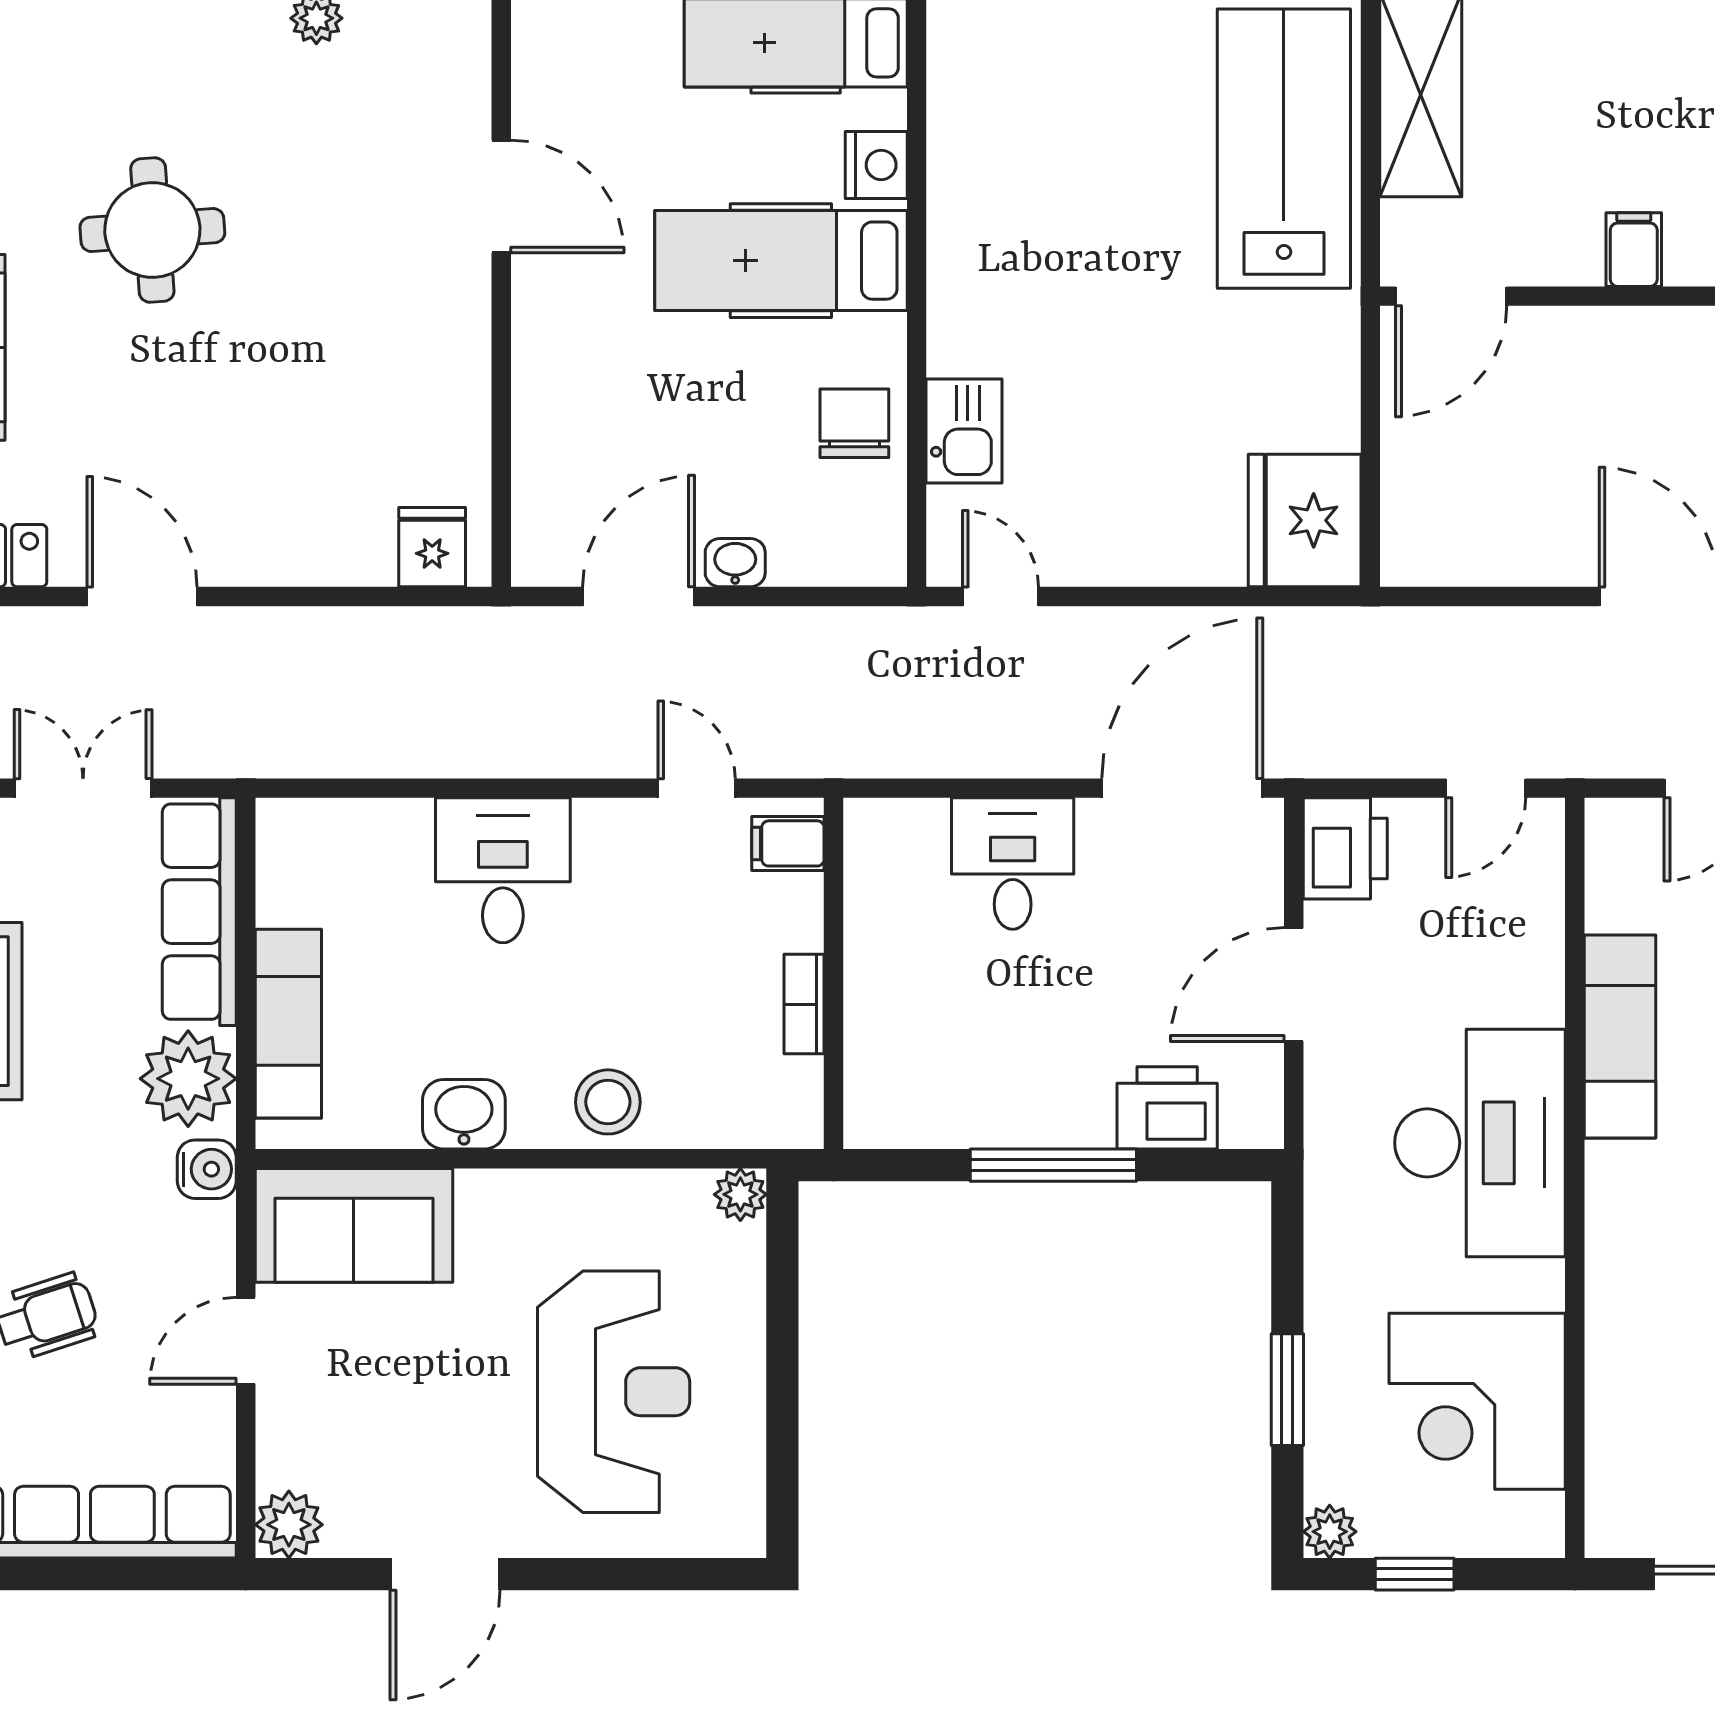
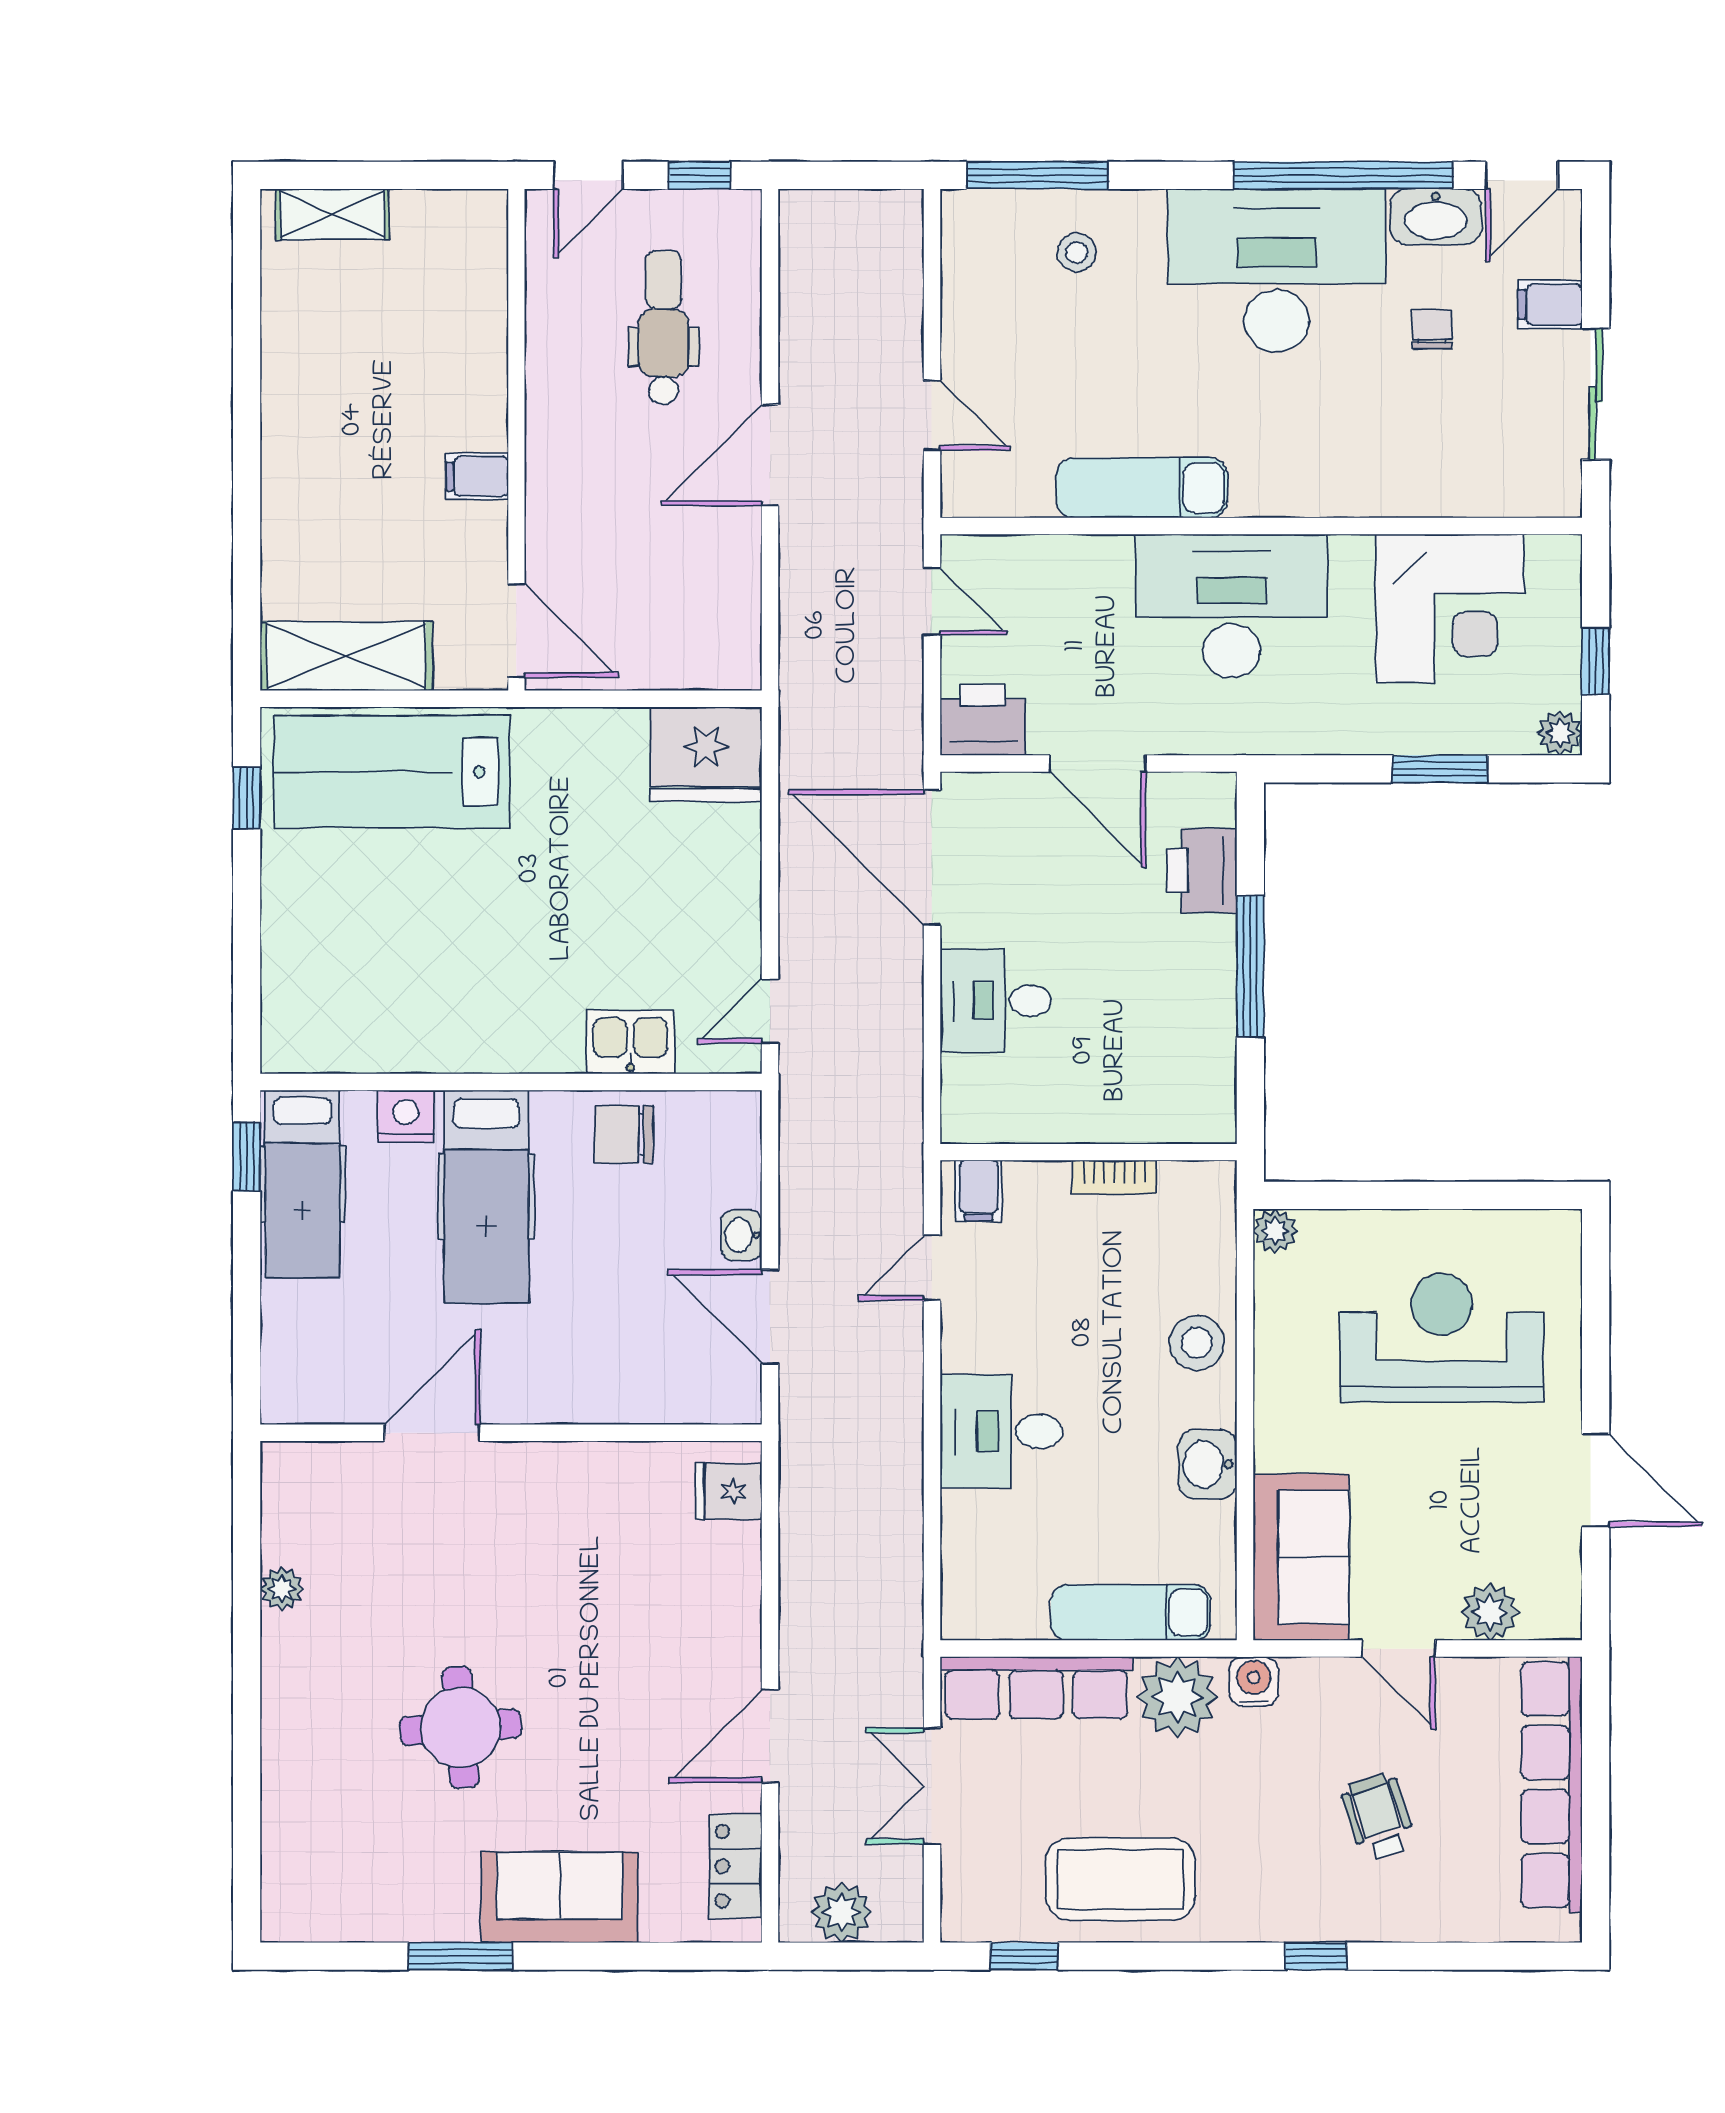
plant: (289, 1525) -> (1490, 1612), moved

